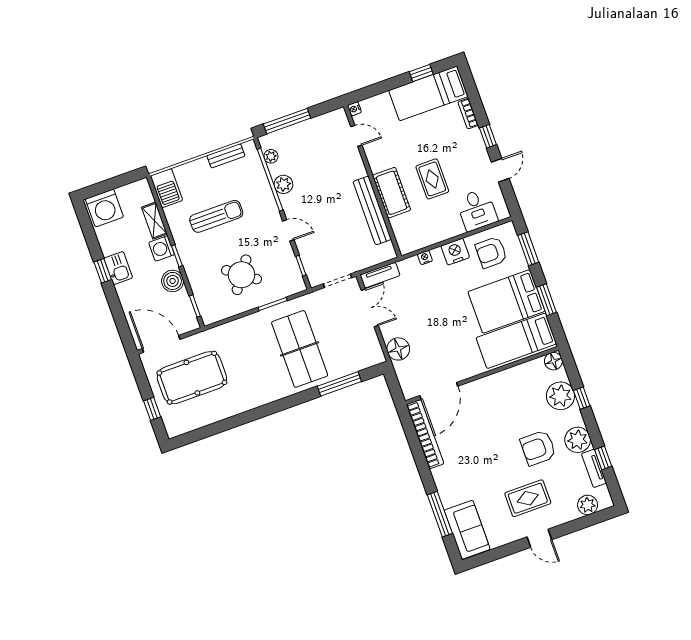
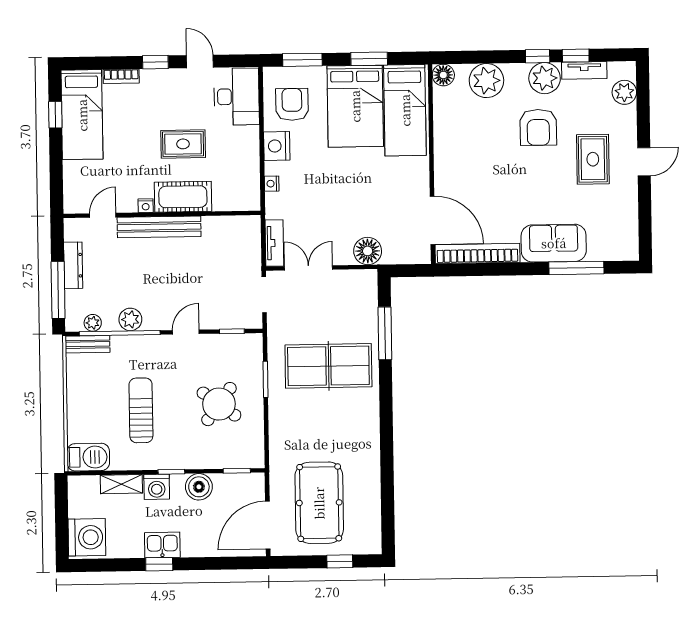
nightstand: (354, 109) -> (146, 206), moved
dresser: (310, 126) -> (73, 265), added
bench: (226, 156) -> (88, 344), moved, turned 90
bench: (372, 210) -> (159, 227), moved
desk: (477, 210) -> (236, 97), width x1.37
armchair: (491, 252) -> (292, 104), turned 180
window: (582, 398) -> (538, 56), moved
sofa: (467, 530) -> (554, 243), moved

